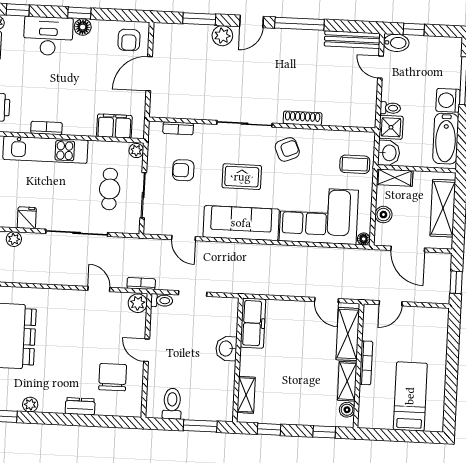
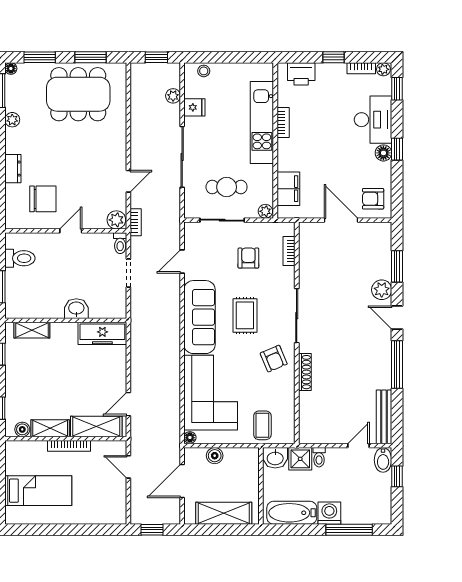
shelving: (395, 178) -> (251, 465), removed

